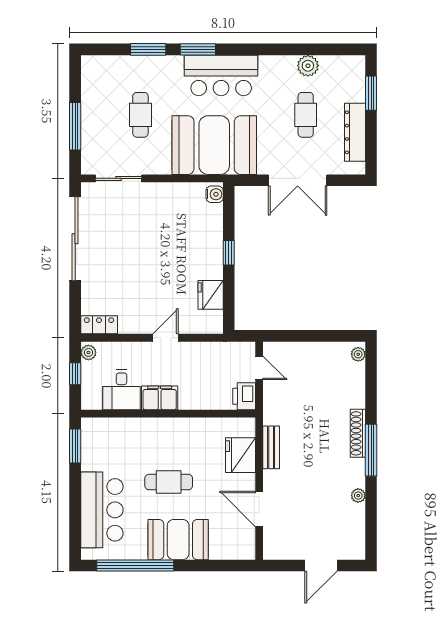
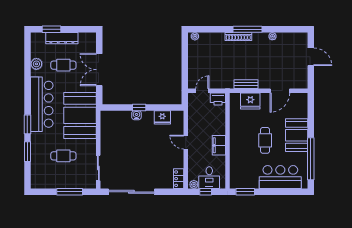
bar counter: (221, 75) -> (42, 104), width x1.36
dresser: (355, 132) -> (62, 38), moved
double door: (298, 180) -> (99, 70), swing flipped
water cooler: (215, 194) -> (136, 115), moved
desk: (122, 390) -> (209, 178), moved, turned 90

